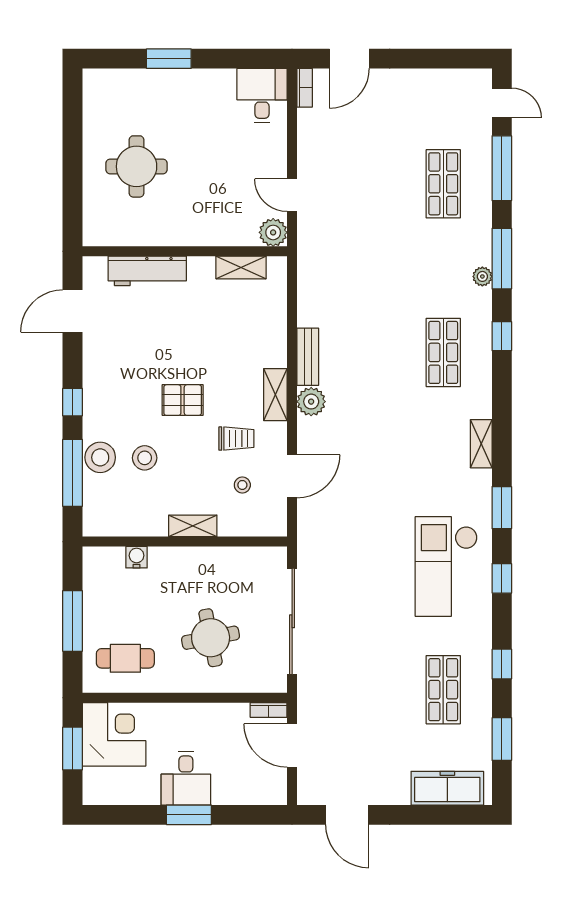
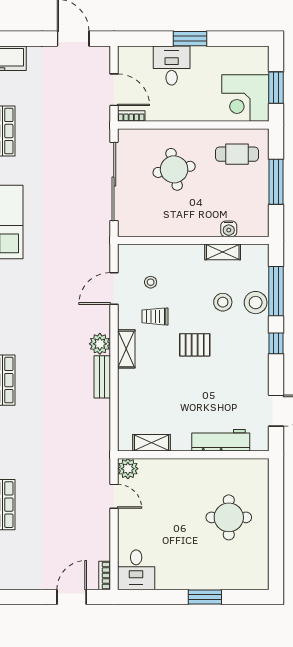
shelving: (193, 526) -> (223, 252), moved
desk: (186, 778) -> (172, 66), moved

